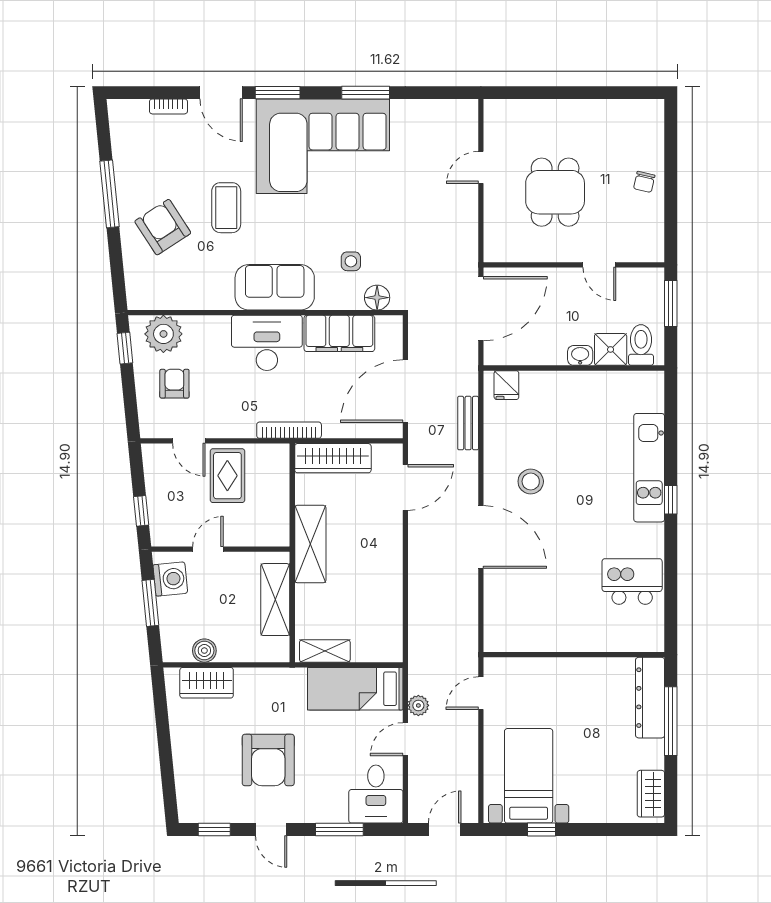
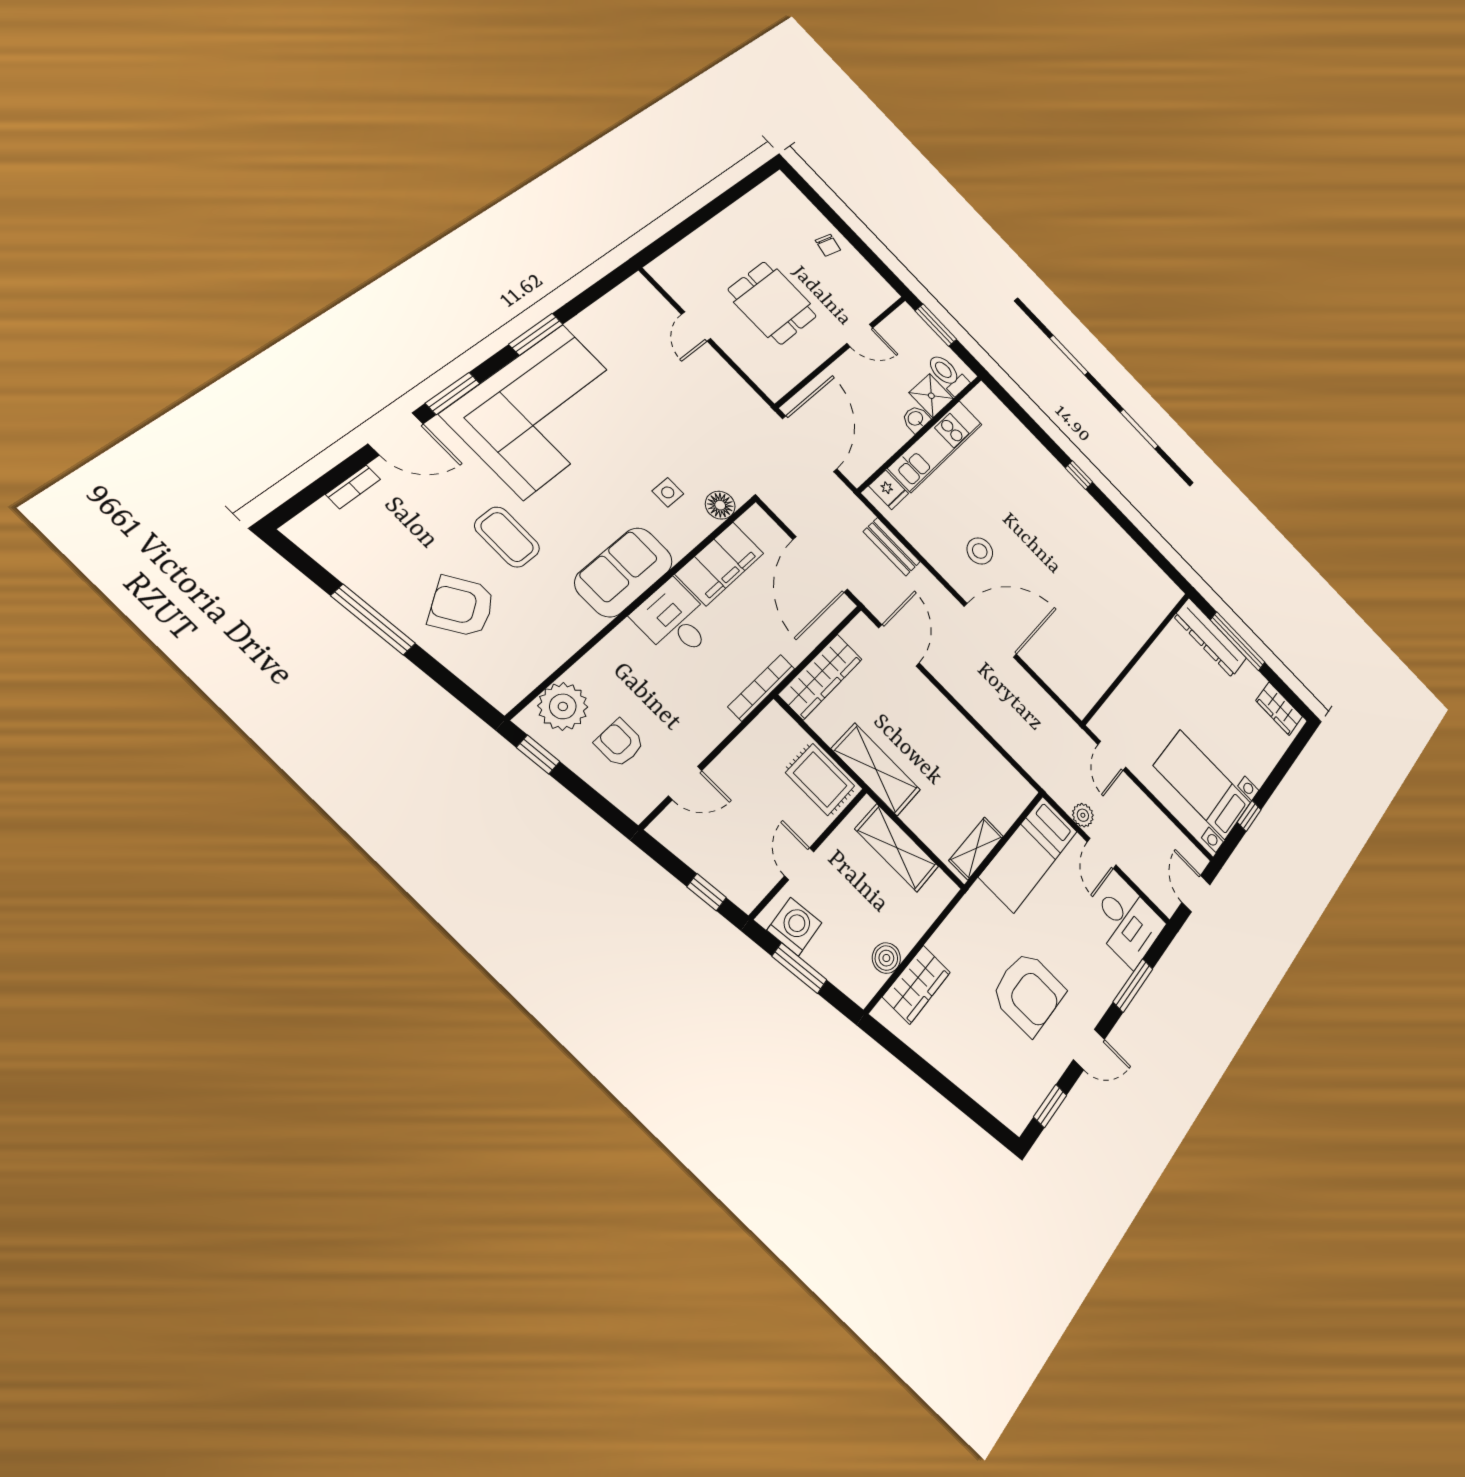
desk: (267, 343) -> (675, 620), width x0.73
kitchen unit: (649, 468) -> (936, 446), moved, turned -90
rug: (227, 476) -> (820, 779), moved
kitchen island: (632, 582) -> (1116, 562), removed

